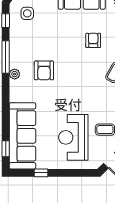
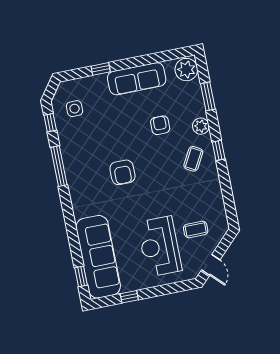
armchair: (44, 70) -> (122, 172), moved
plant: (15, 74) -> (74, 185), removed

